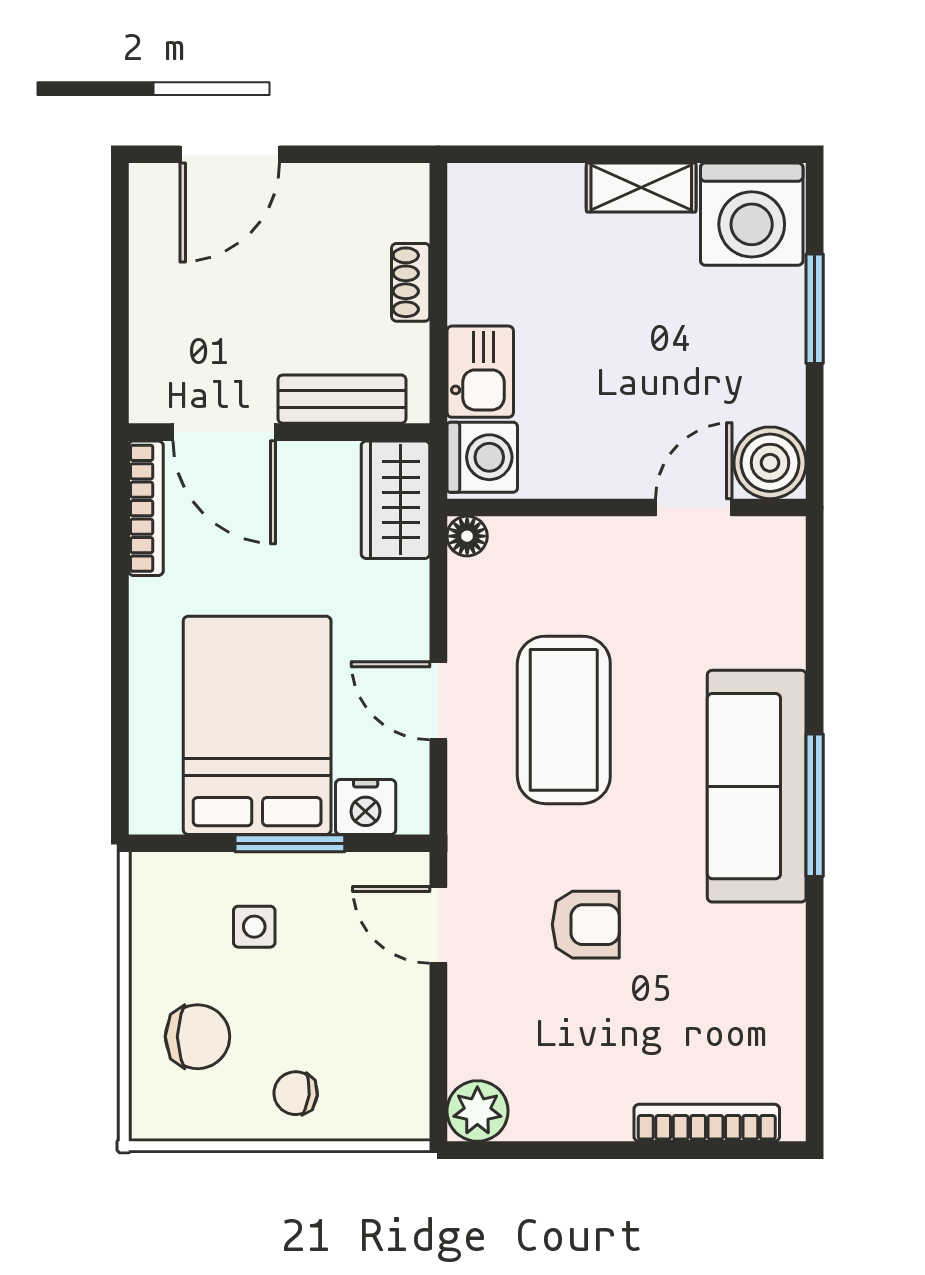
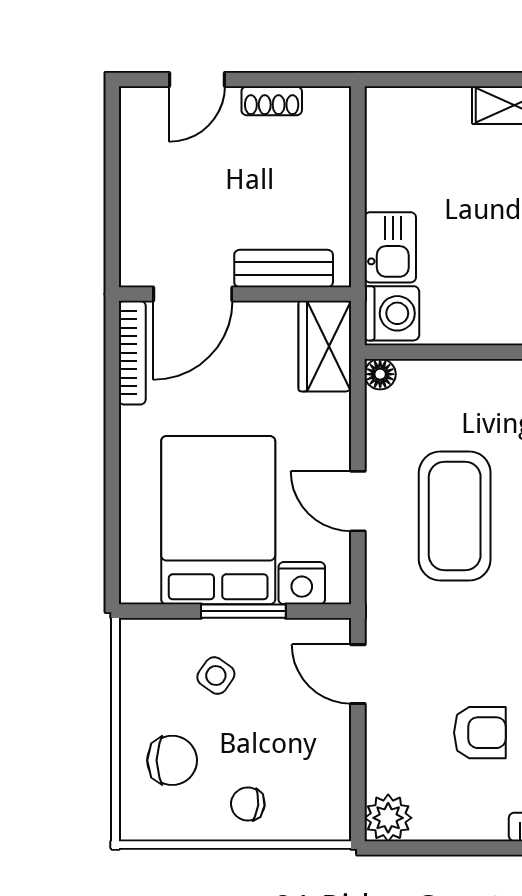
door: (230, 154) -> (197, 80), width x0.73
shoe rack: (411, 282) -> (272, 101), moved, turned -90
door: (224, 432) -> (193, 294), hinge flipped
armchair: (586, 925) -> (480, 733), moved
side table: (254, 927) -> (216, 676), turned 35

